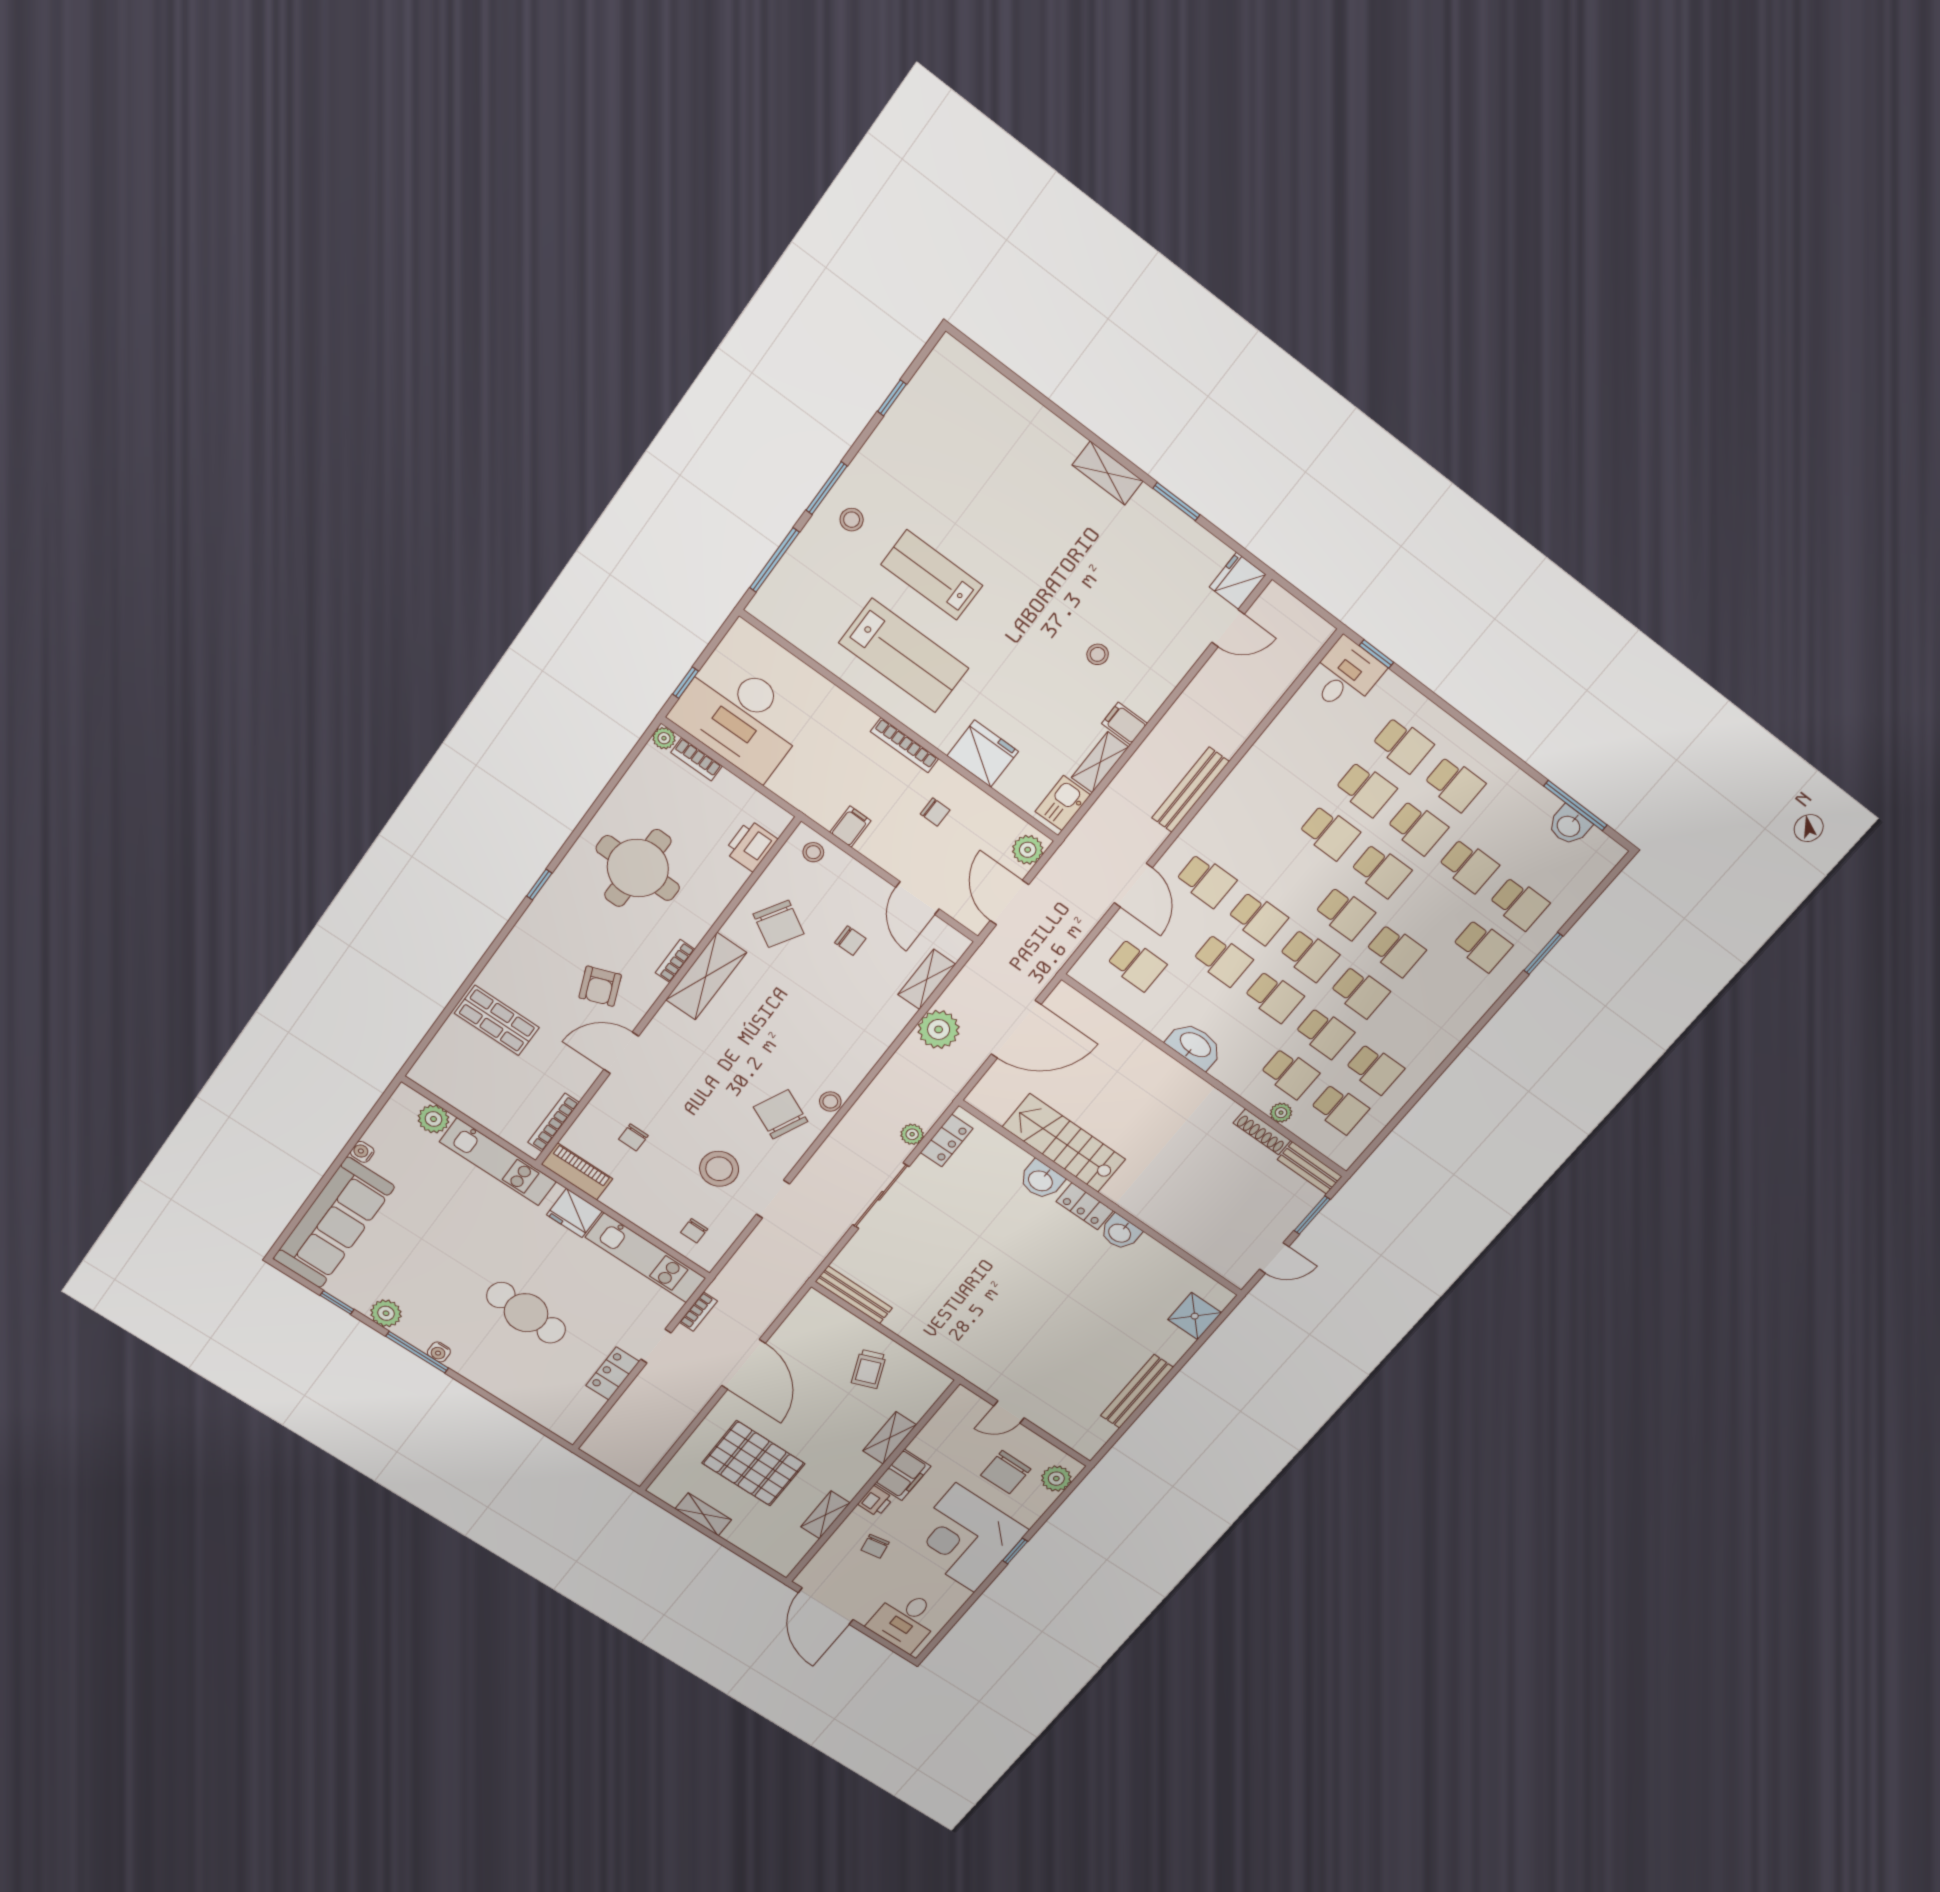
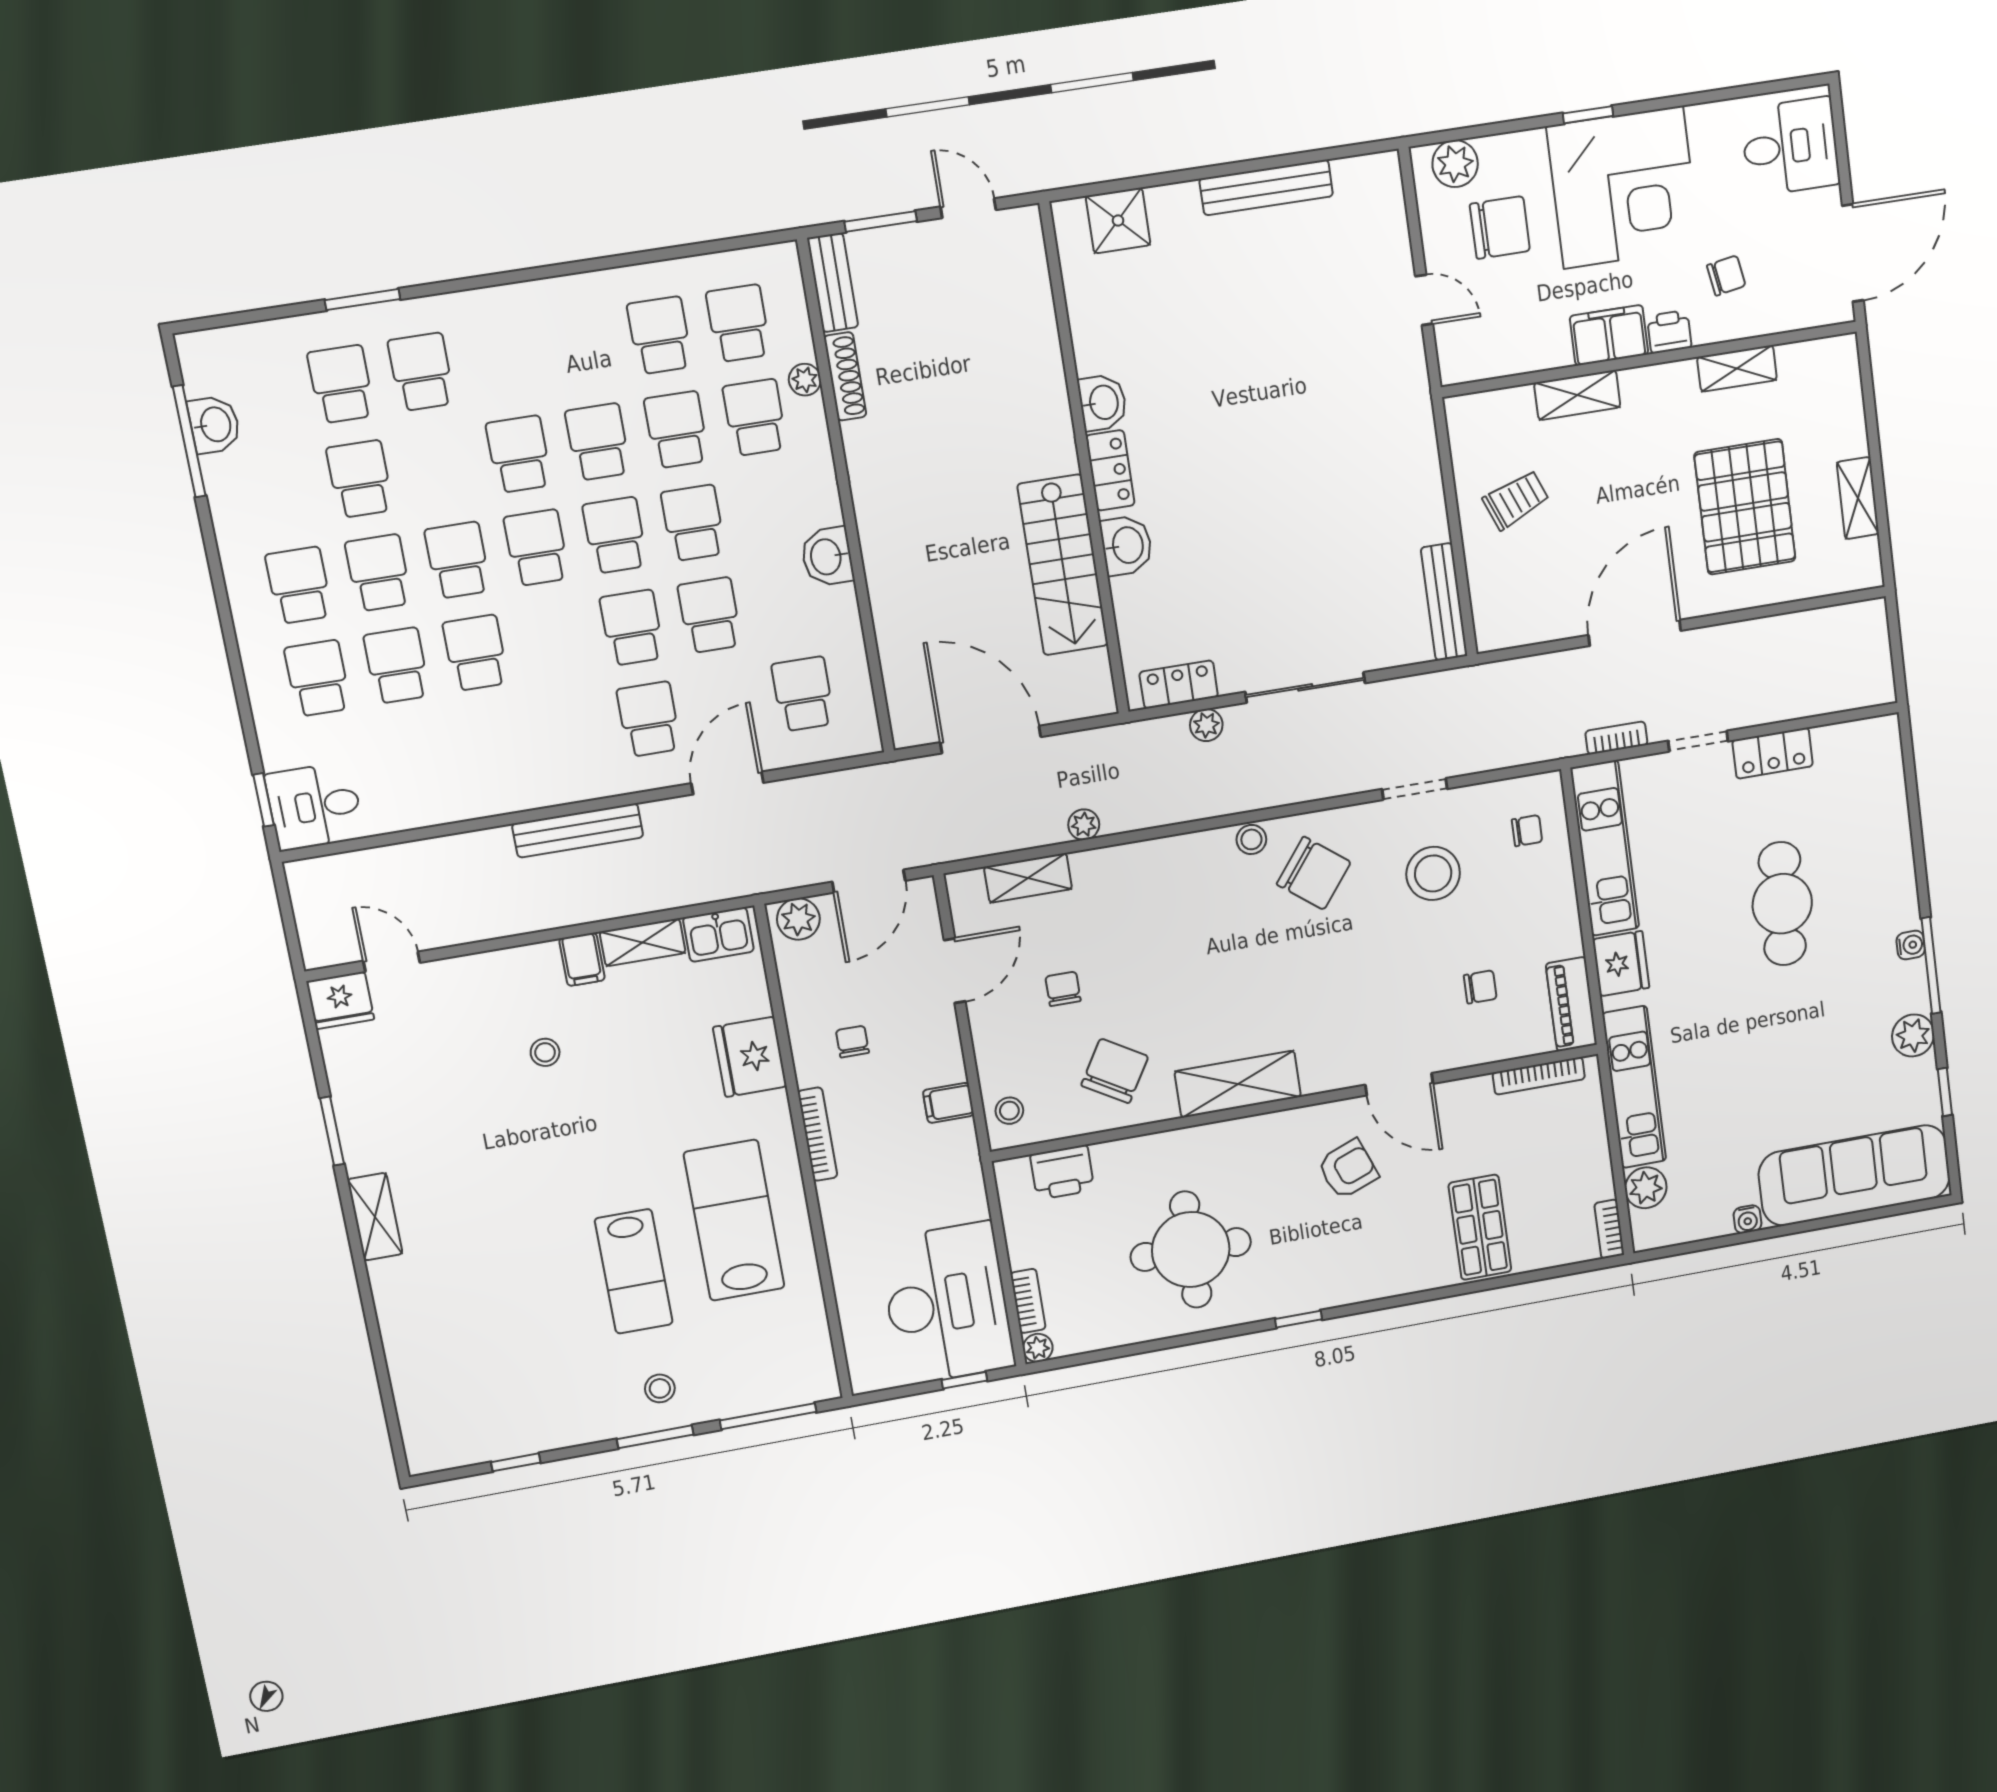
bookcase: (675, 961) -> (1609, 1229), moved, turned 90
plant: (939, 1029) -> (1084, 825), width x0.53, depth x0.53
washbasin: (1195, 1045) -> (827, 557), width x0.72
chair: (781, 1114) -> (1314, 873), turned -77

